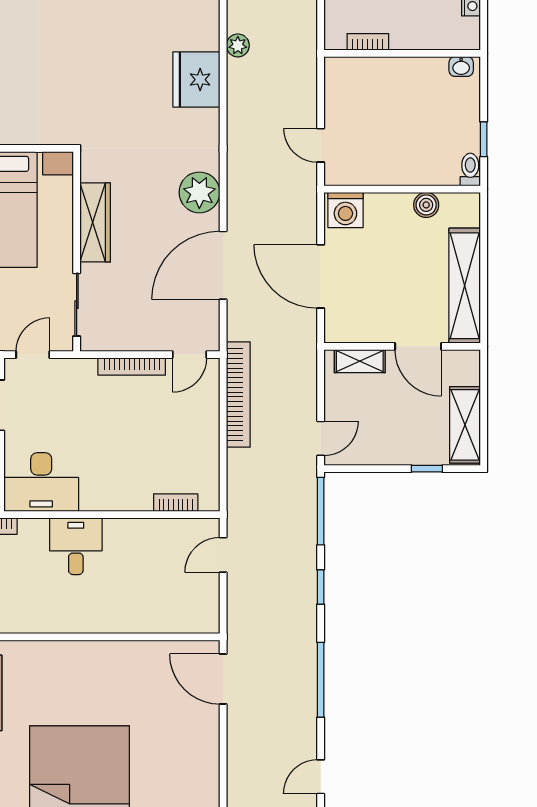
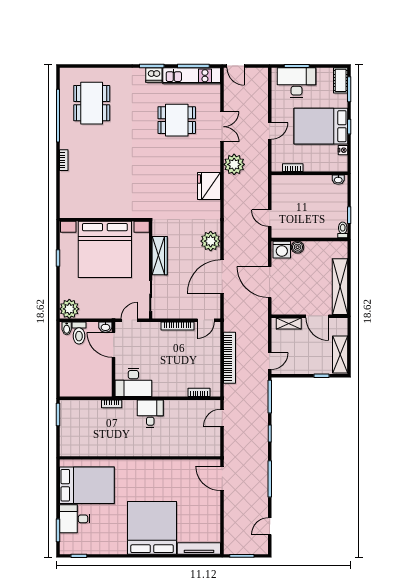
plant: (238, 45) -> (234, 164), width x1.88, depth x1.88
boiler: (426, 205) -> (298, 247), moved
bookcase: (238, 395) -> (230, 358), moved

